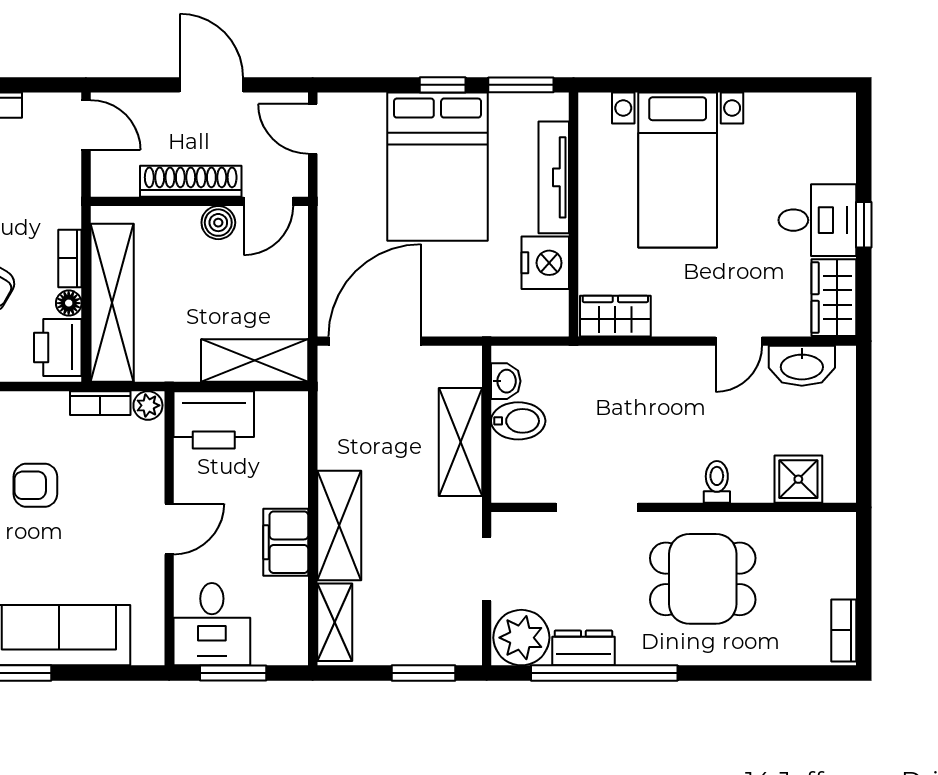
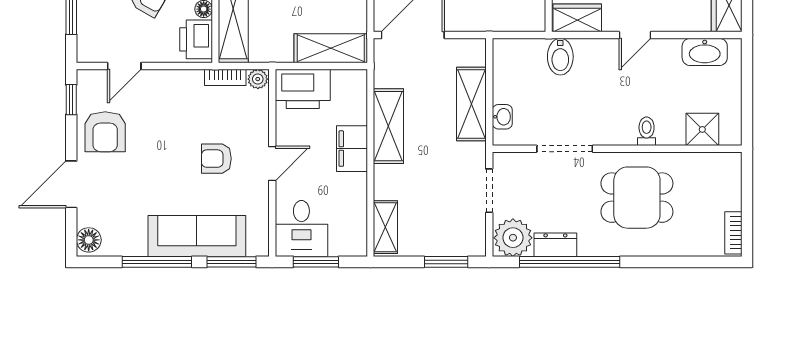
door: (739, 341) -> (635, 35), moved
washbasin: (506, 381) -> (502, 117), moved
bidet: (518, 421) -> (560, 57), moved, turned 90
armchair: (35, 485) -> (216, 159), moved
shelving: (339, 526) -> (388, 126), moved
filing cabinet: (286, 542) -> (352, 149), moved
window: (110, 673) -> (232, 262), added

